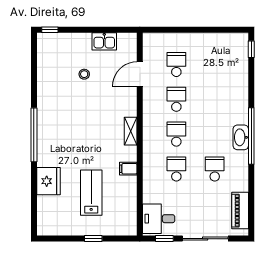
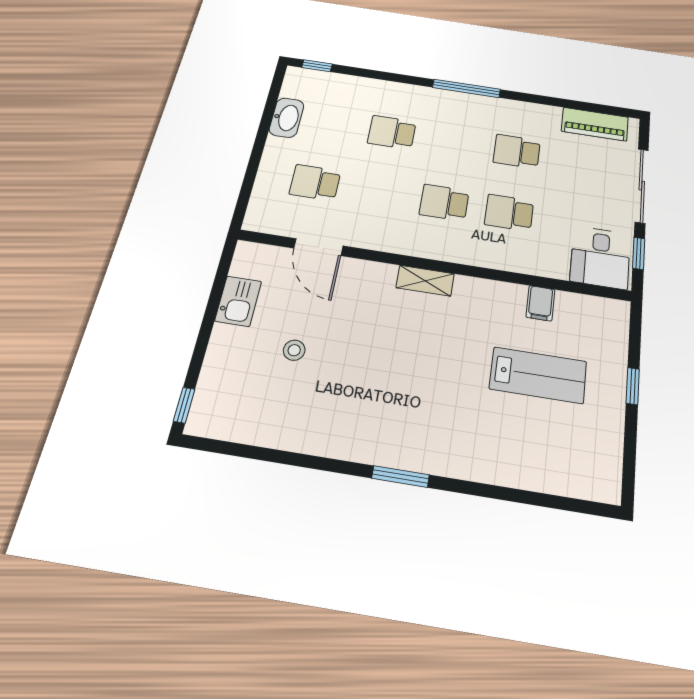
school desk: (176, 99) -> (392, 132), moved
window: (34, 135) -> (400, 477), width x0.47
window: (251, 136) -> (466, 88), width x0.68
washbasin: (241, 137) -> (287, 118), moved, turned -90
filing cabinet: (128, 169) -> (540, 303), moved
fridge: (48, 181) -> (505, 461), removed
lab bench: (91, 193) -> (538, 375), turned 180

